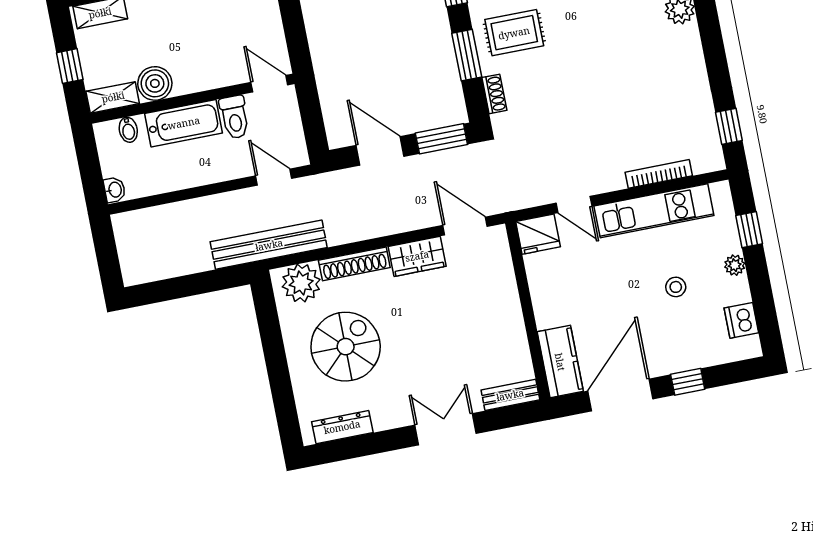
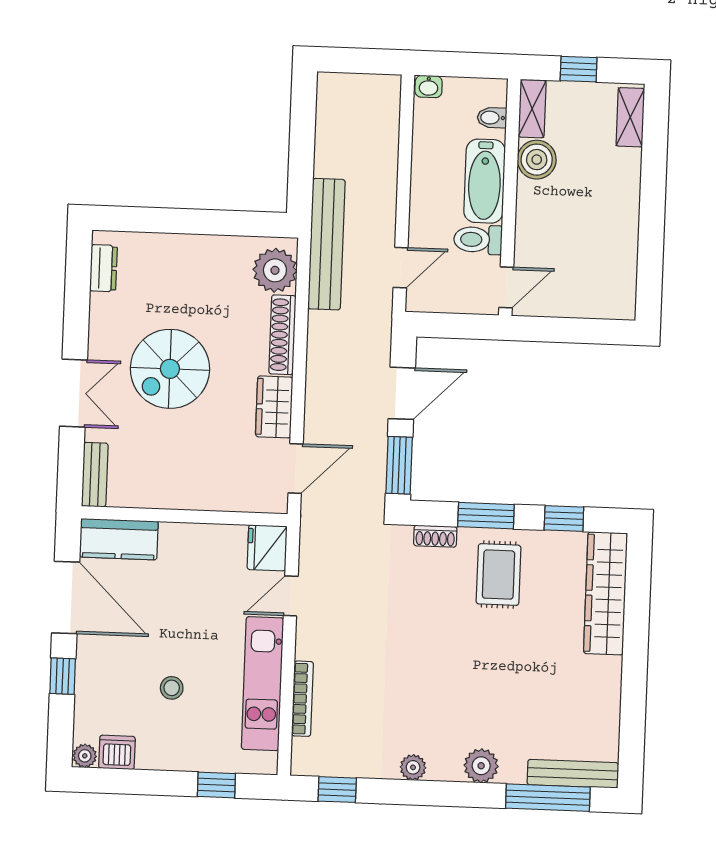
plant: (695, 66) -> (413, 767), added
plant: (735, 265) -> (85, 756), moved
spiral stairs: (346, 347) -> (170, 369), moved, turned 90
dresser: (342, 427) -> (103, 268), width x0.70

